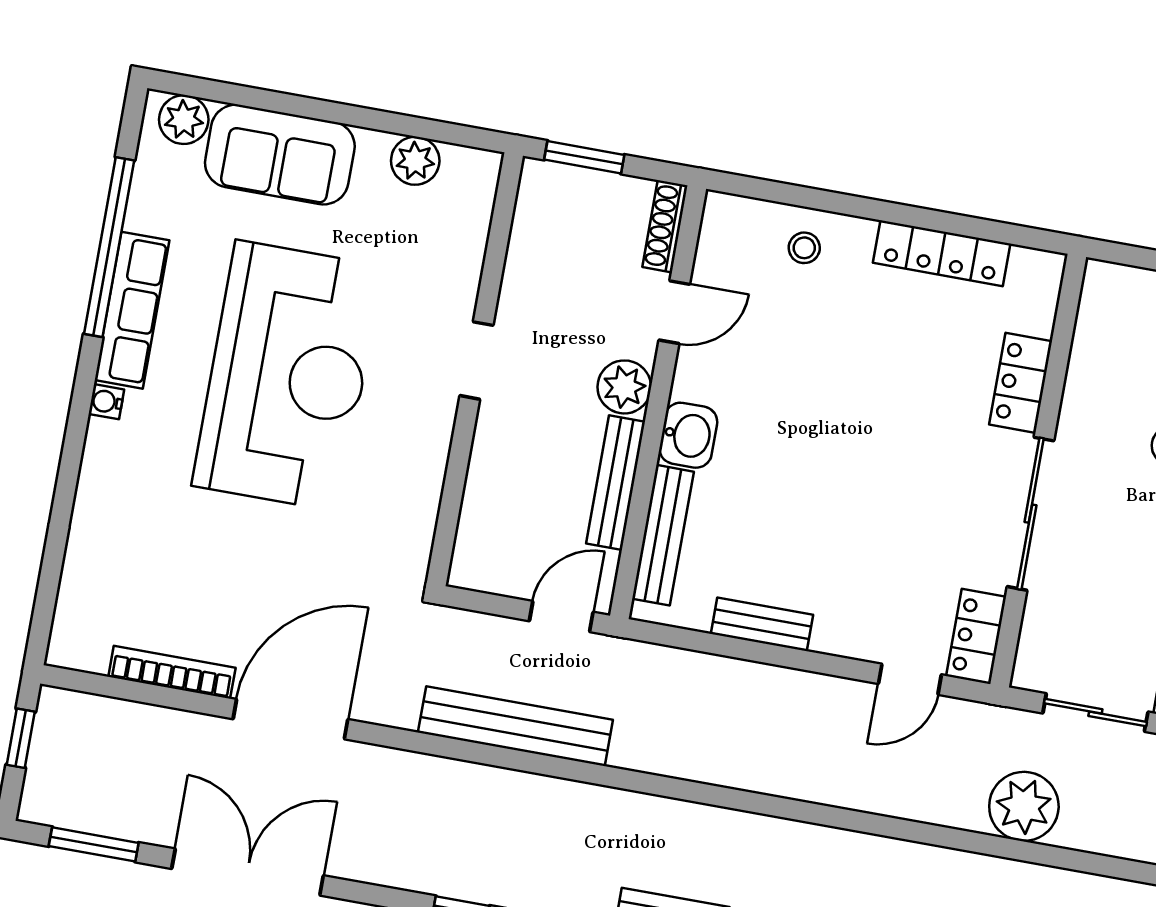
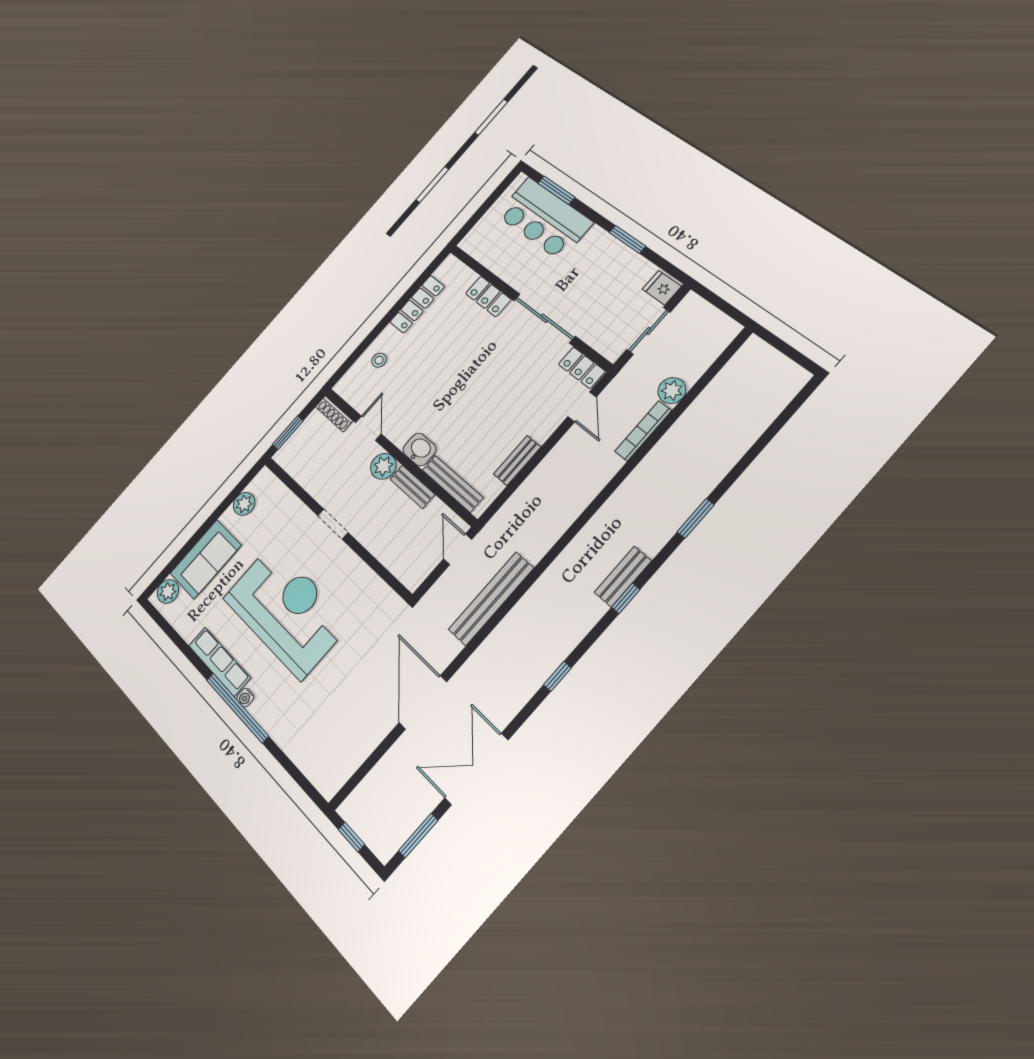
window: (109, 247) -> (237, 708), moved
bench: (616, 483) -> (412, 487), width x0.73
bookcase: (172, 672) -> (643, 431), moved
plant: (1024, 806) -> (672, 391), width x0.73, depth x0.73

